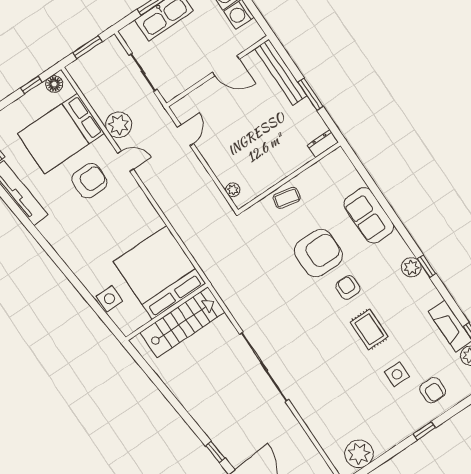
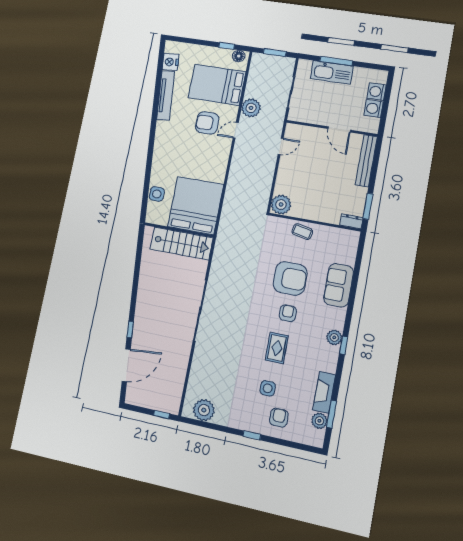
window: (310, 94) -> (368, 206), moved
door: (125, 161) -> (236, 130), swing flipped
armchair: (89, 181) -> (207, 123), turned 180
plant: (233, 190) -> (281, 205), width x1.88, depth x1.88
armchair: (433, 390) -> (279, 418), turned 180

